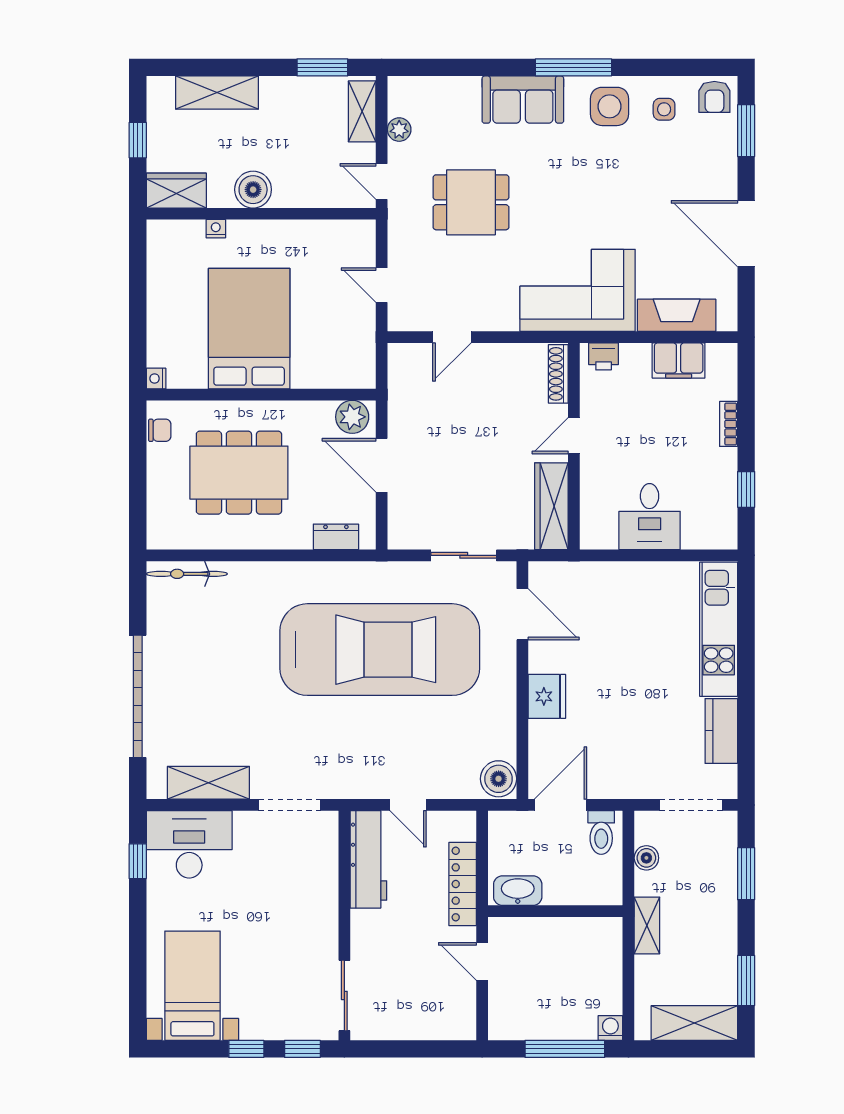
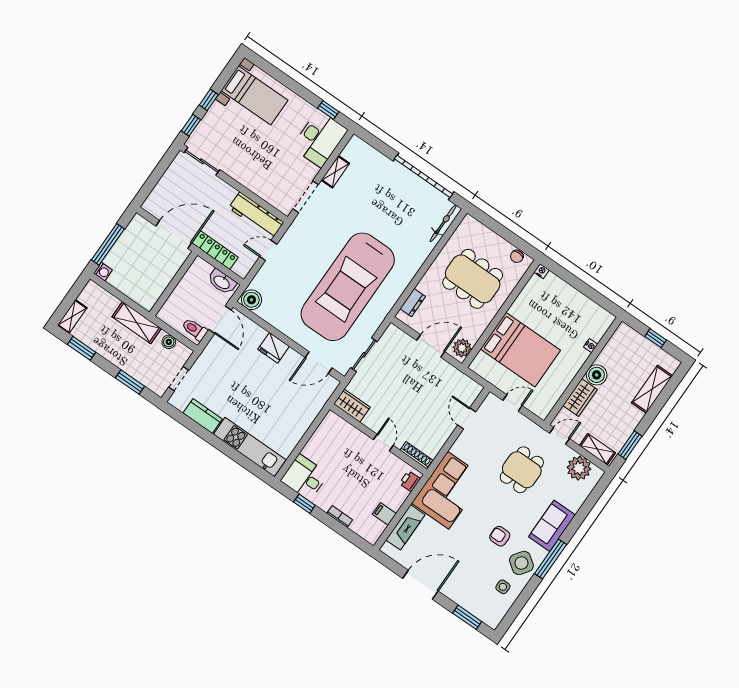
armchair: (714, 97) -> (500, 536), moved
side table: (609, 106) -> (521, 563), turned 35
plant: (399, 130) -> (579, 468), width x1.88, depth x1.88
wardrobe: (176, 191) -> (580, 398), moved
bed: (249, 329) -> (520, 350), moved
filing cabinet: (679, 360) -> (384, 514), width x0.50
dining table: (239, 473) -> (473, 279), turned 90
wardrobe: (551, 506) -> (352, 406), width x0.67
desk: (650, 517) -> (305, 477), moved
garage door: (138, 696) -> (424, 176), moved
shelving: (208, 783) -> (335, 172), width x0.67, depth x0.75
doorway: (691, 805) -> (179, 379), width x0.73
washbasin: (518, 891) -> (222, 282), moved, turned 90
shelving: (647, 925) -> (137, 323), width x1.50, depth x1.33
door: (482, 962) -> (174, 234), width x1.87
shelving: (694, 1023) -> (72, 316), width x0.67, depth x0.75

